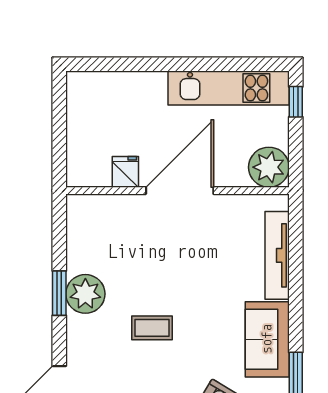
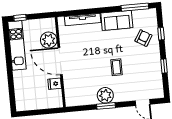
plant: (269, 167) -> (49, 40), moved

